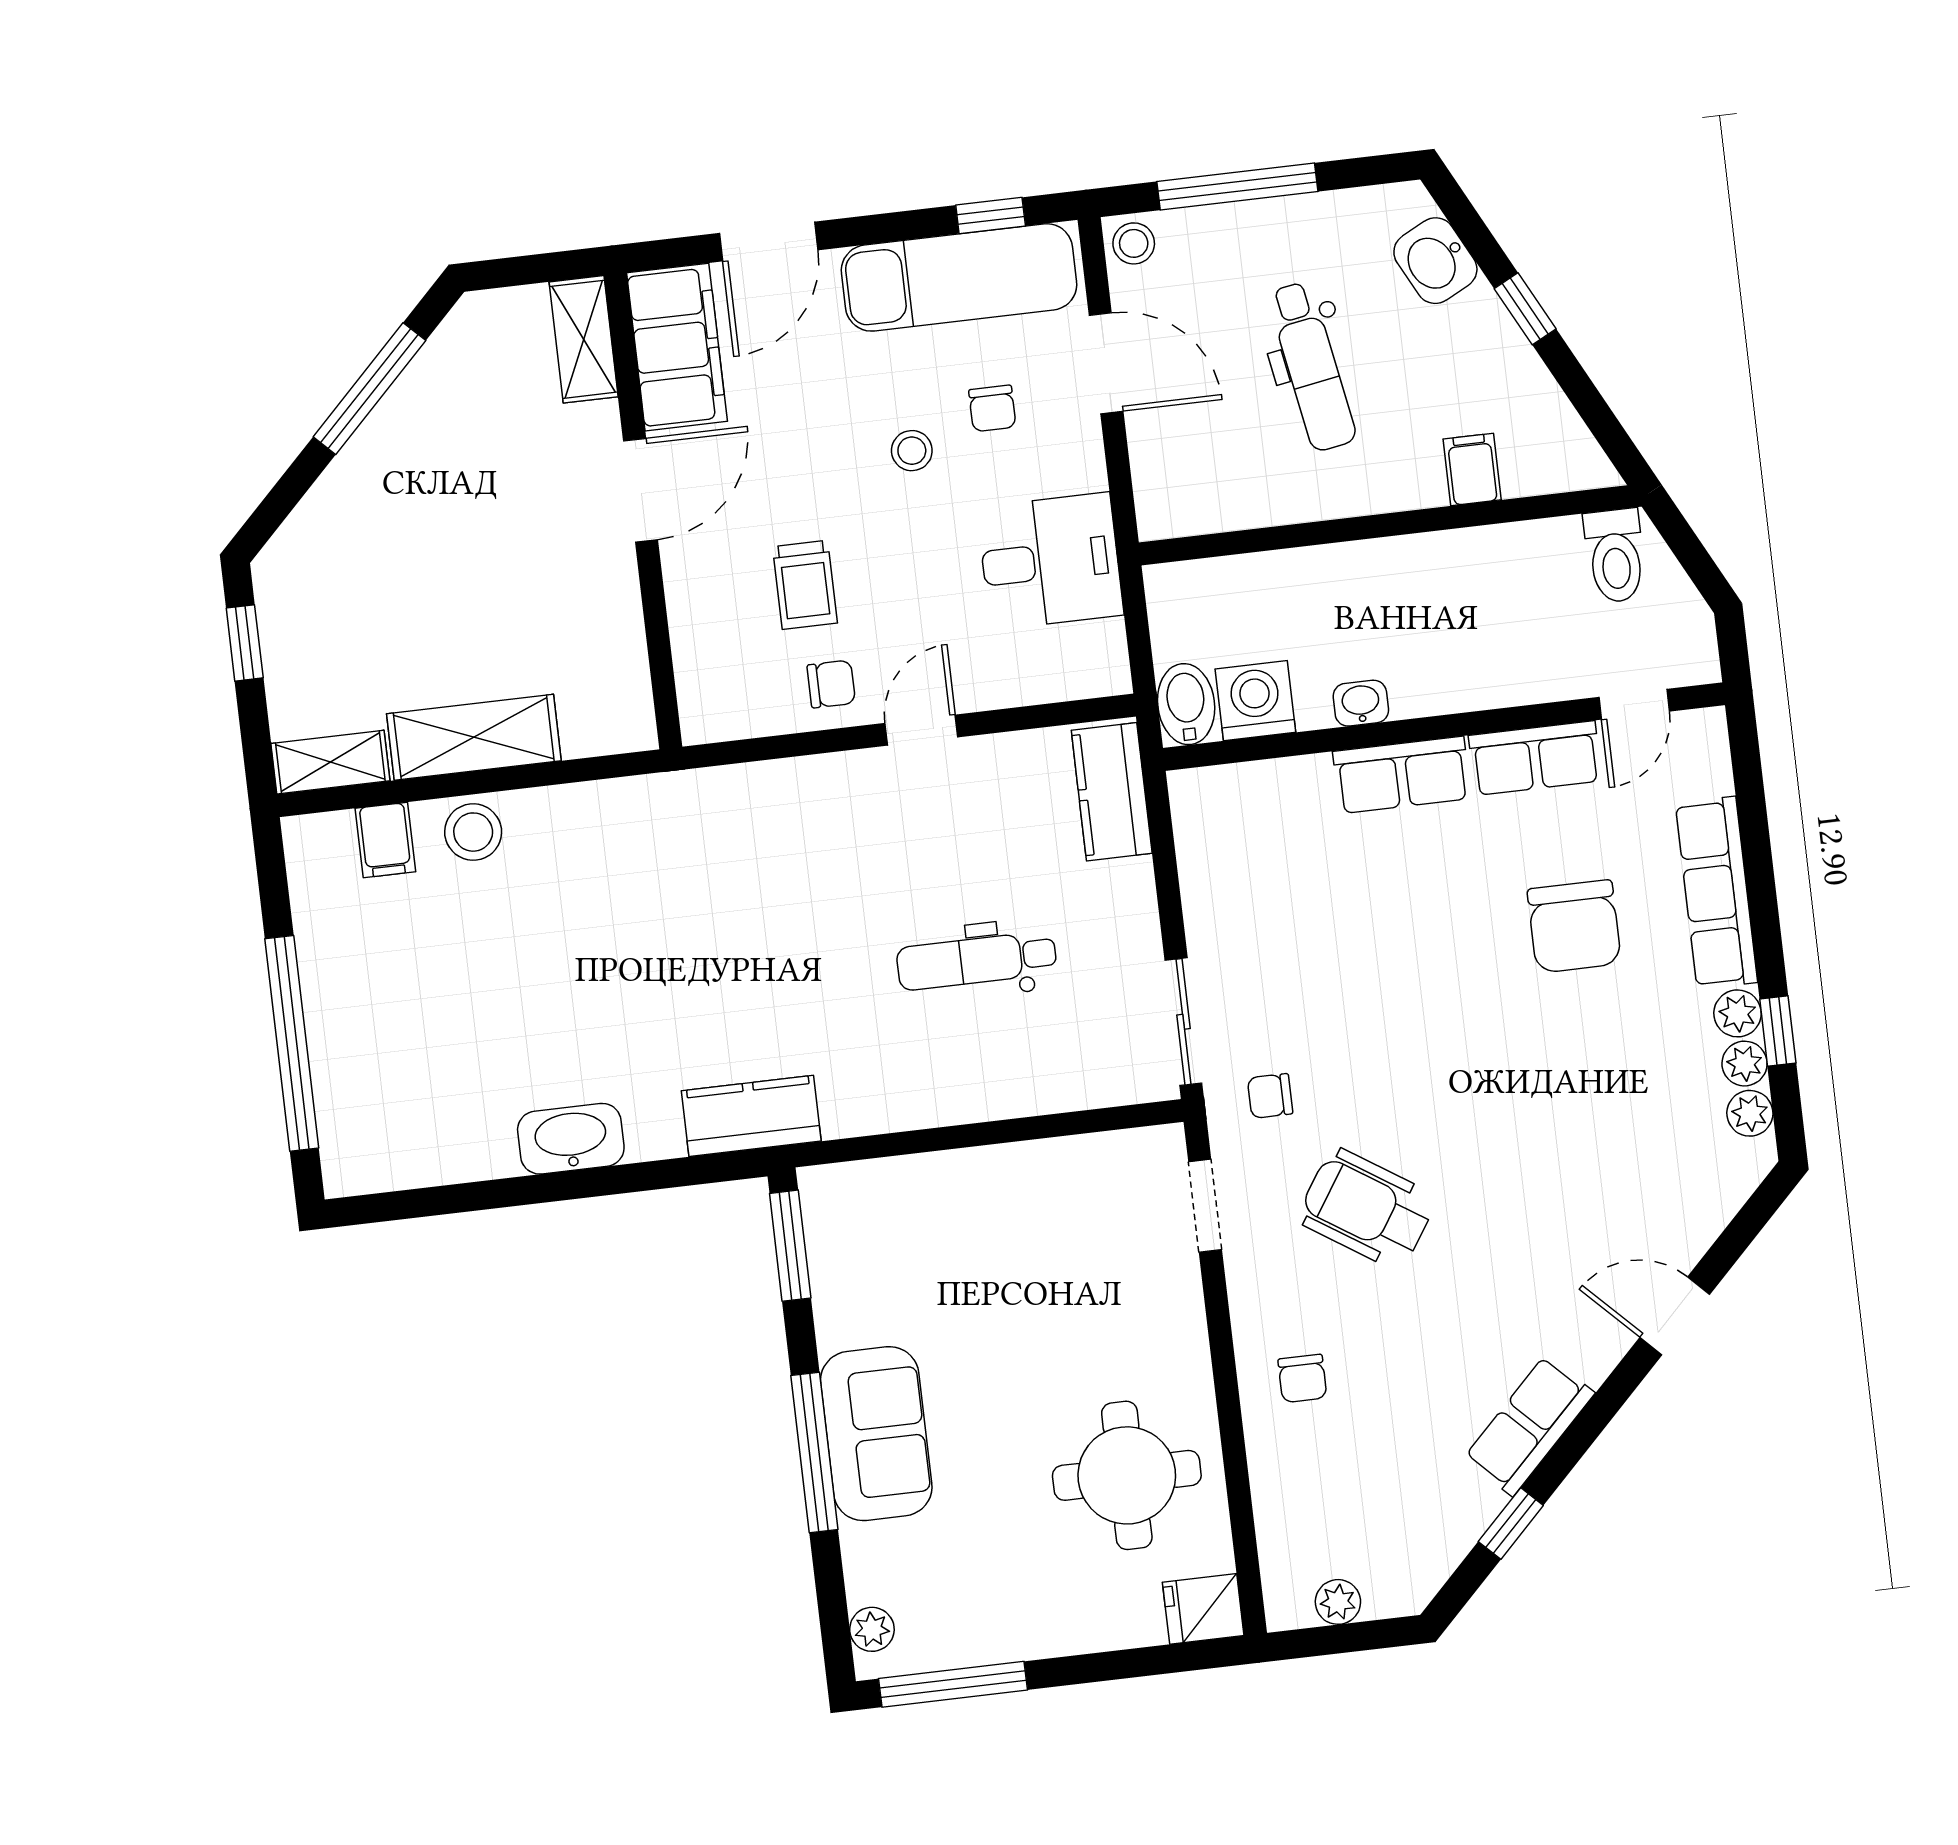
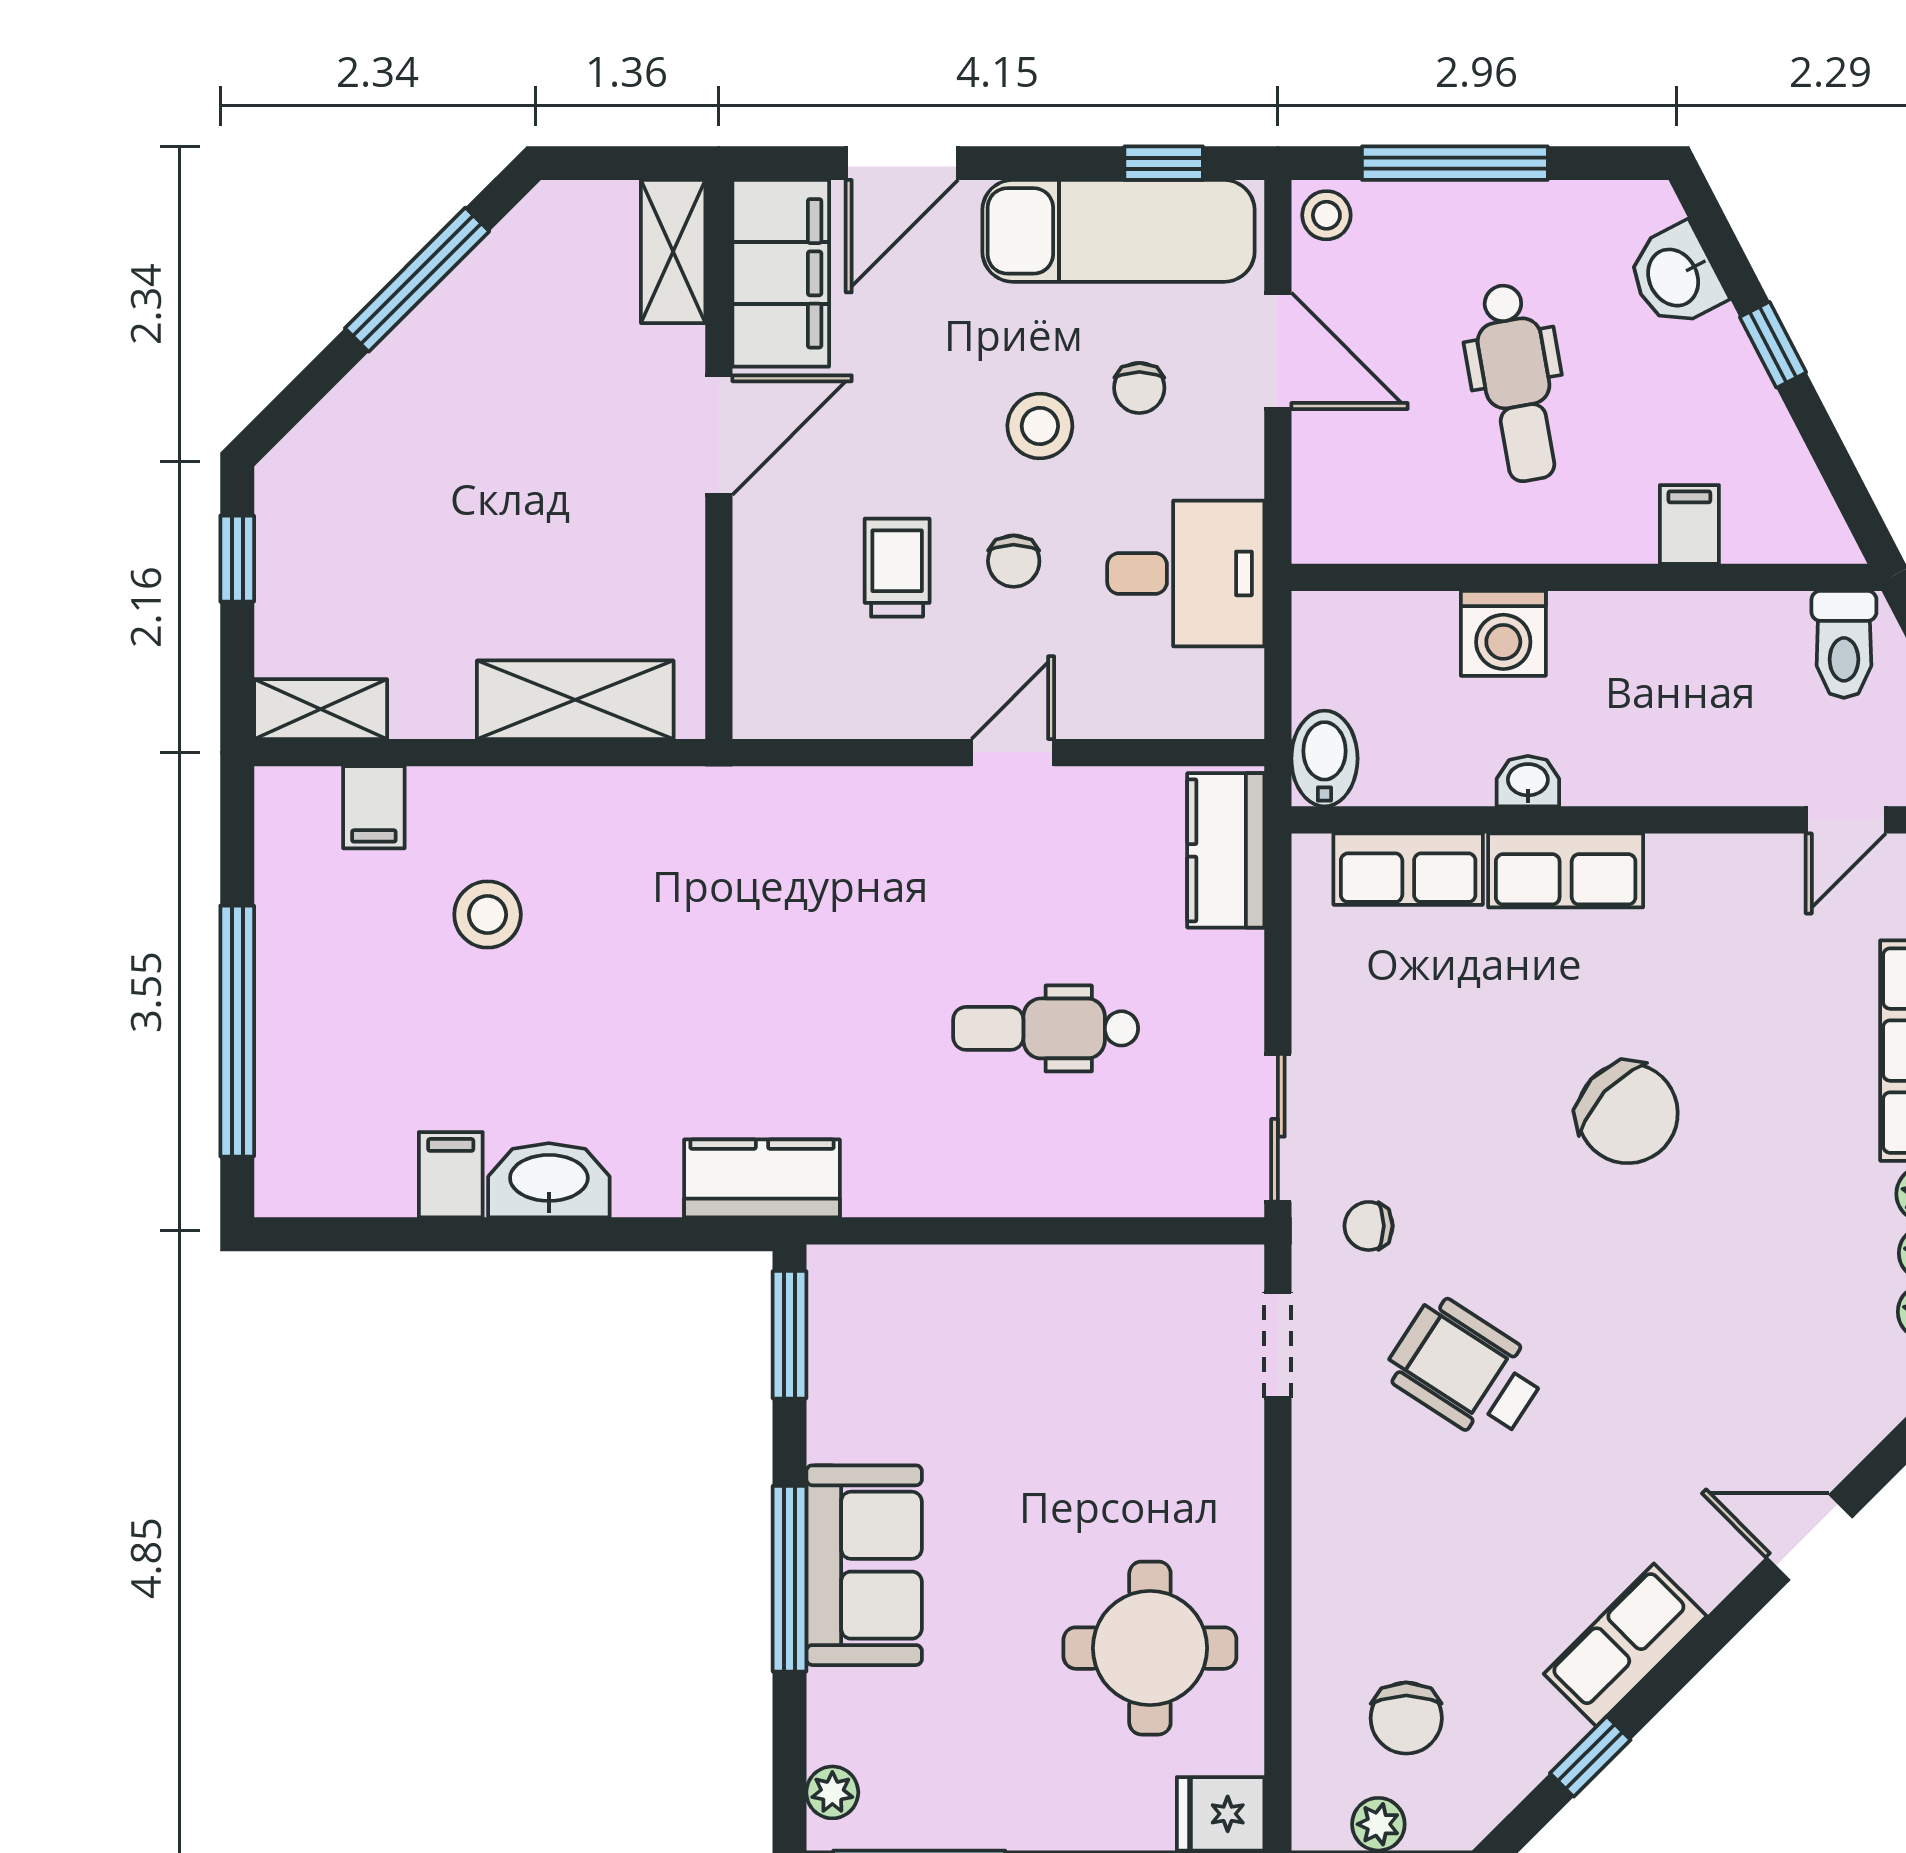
stool: (912, 451) -> (1040, 426), width x1.37, depth x1.37
trolley: (805, 585) -> (897, 568), turned 180
chair: (831, 684) -> (1014, 561), moved, turned 90
washing machine: (1255, 701) -> (1503, 633), moved, turned 180
shelving: (474, 737) -> (575, 700), moved
row of seats: (1535, 758) -> (1408, 869), moved
stool: (473, 832) -> (488, 915), moved
chair: (1574, 926) -> (1628, 1113), moved, turned -47
filing cabinet: (487, 1144) -> (451, 1175), added
chair: (1302, 1378) -> (1406, 1718), moved, width x1.37, depth x1.37

